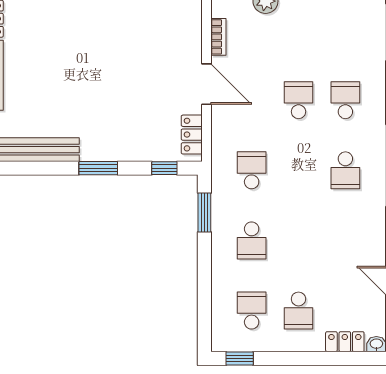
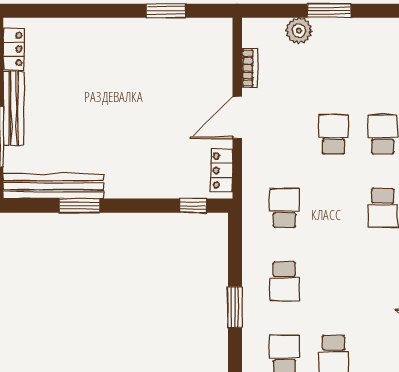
door: (207, 84) -> (237, 118), swing flipped
window: (98, 168) -> (80, 206), moved
window: (204, 212) -> (235, 307), moved

